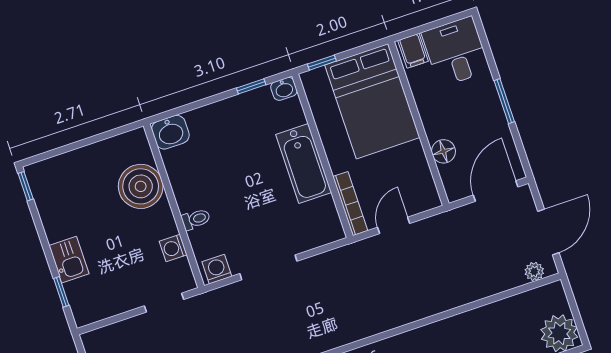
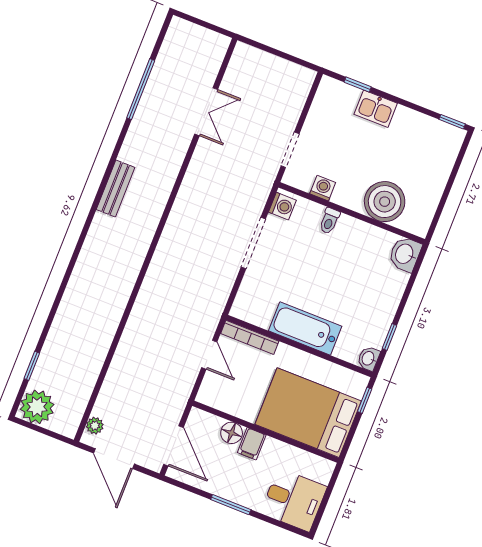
filing cabinet: (413, 51) -> (252, 444), moved, turned -90

